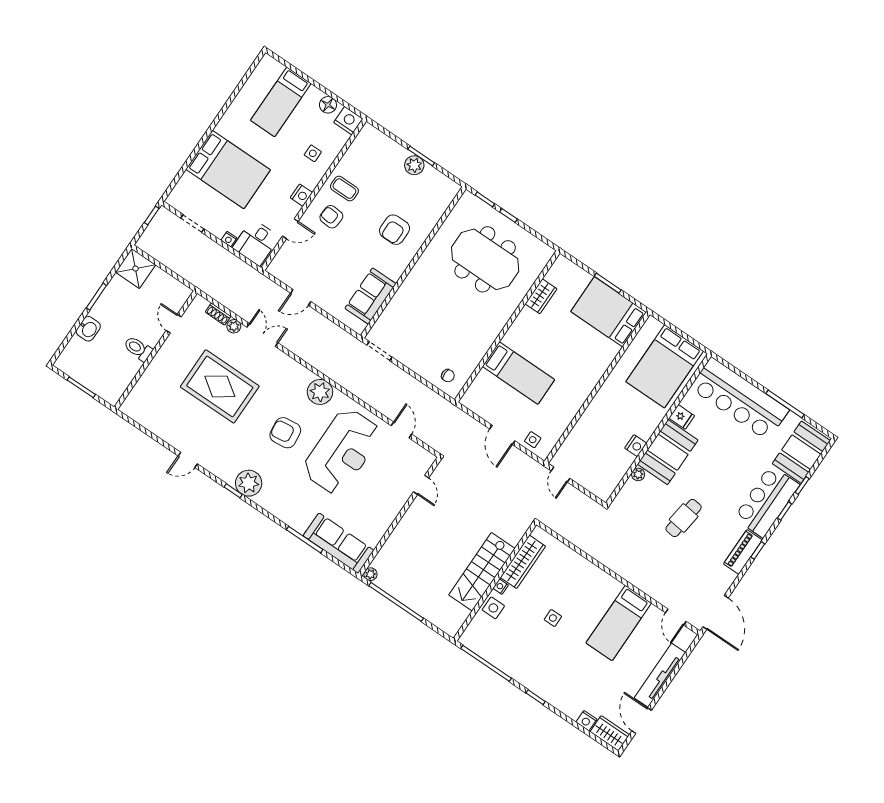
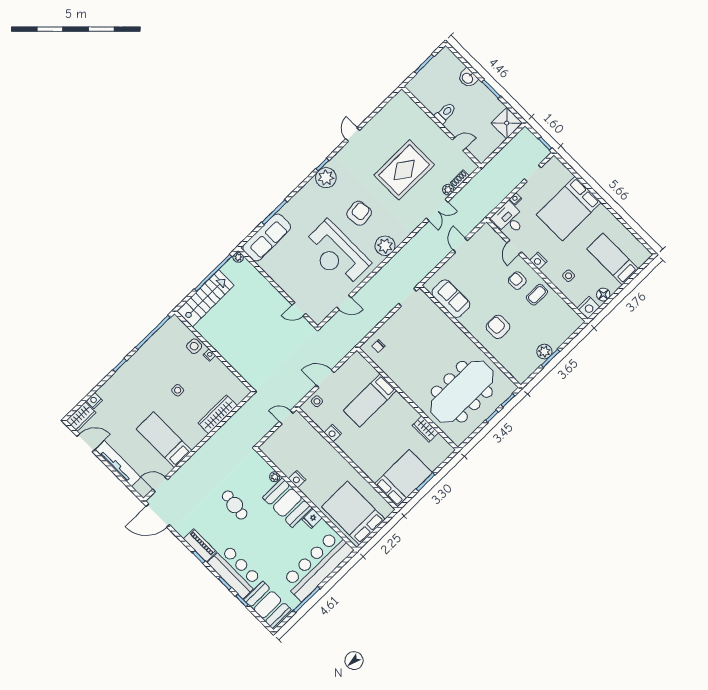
armchair: (331, 217) -> (517, 280), turned -94
meeting table: (485, 259) -> (462, 392), width x1.36
nightstand: (569, 412) -> (333, 433), added
wardrobe: (523, 562) -> (218, 414), moved, turned 90
stairs: (482, 572) -> (205, 298), moved, turned 90

